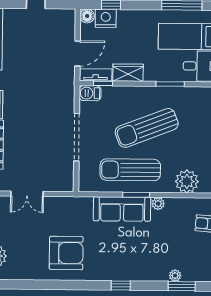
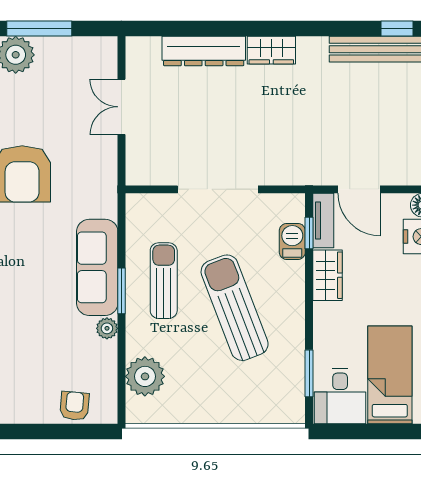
window: (170, 84) -> (309, 373), moved
barbecue: (90, 93) -> (292, 241), moved
sun lounger: (130, 170) -> (164, 281), width x0.73, depth x0.75

